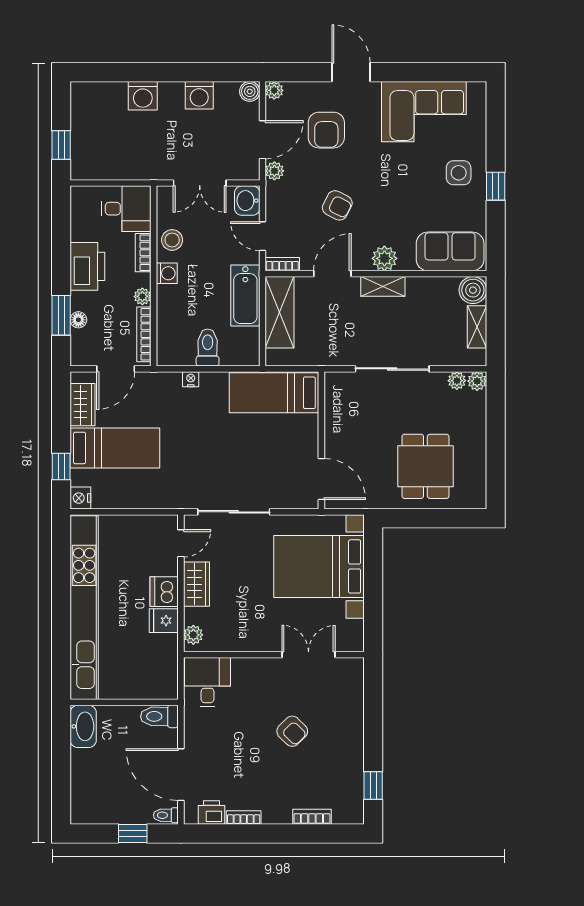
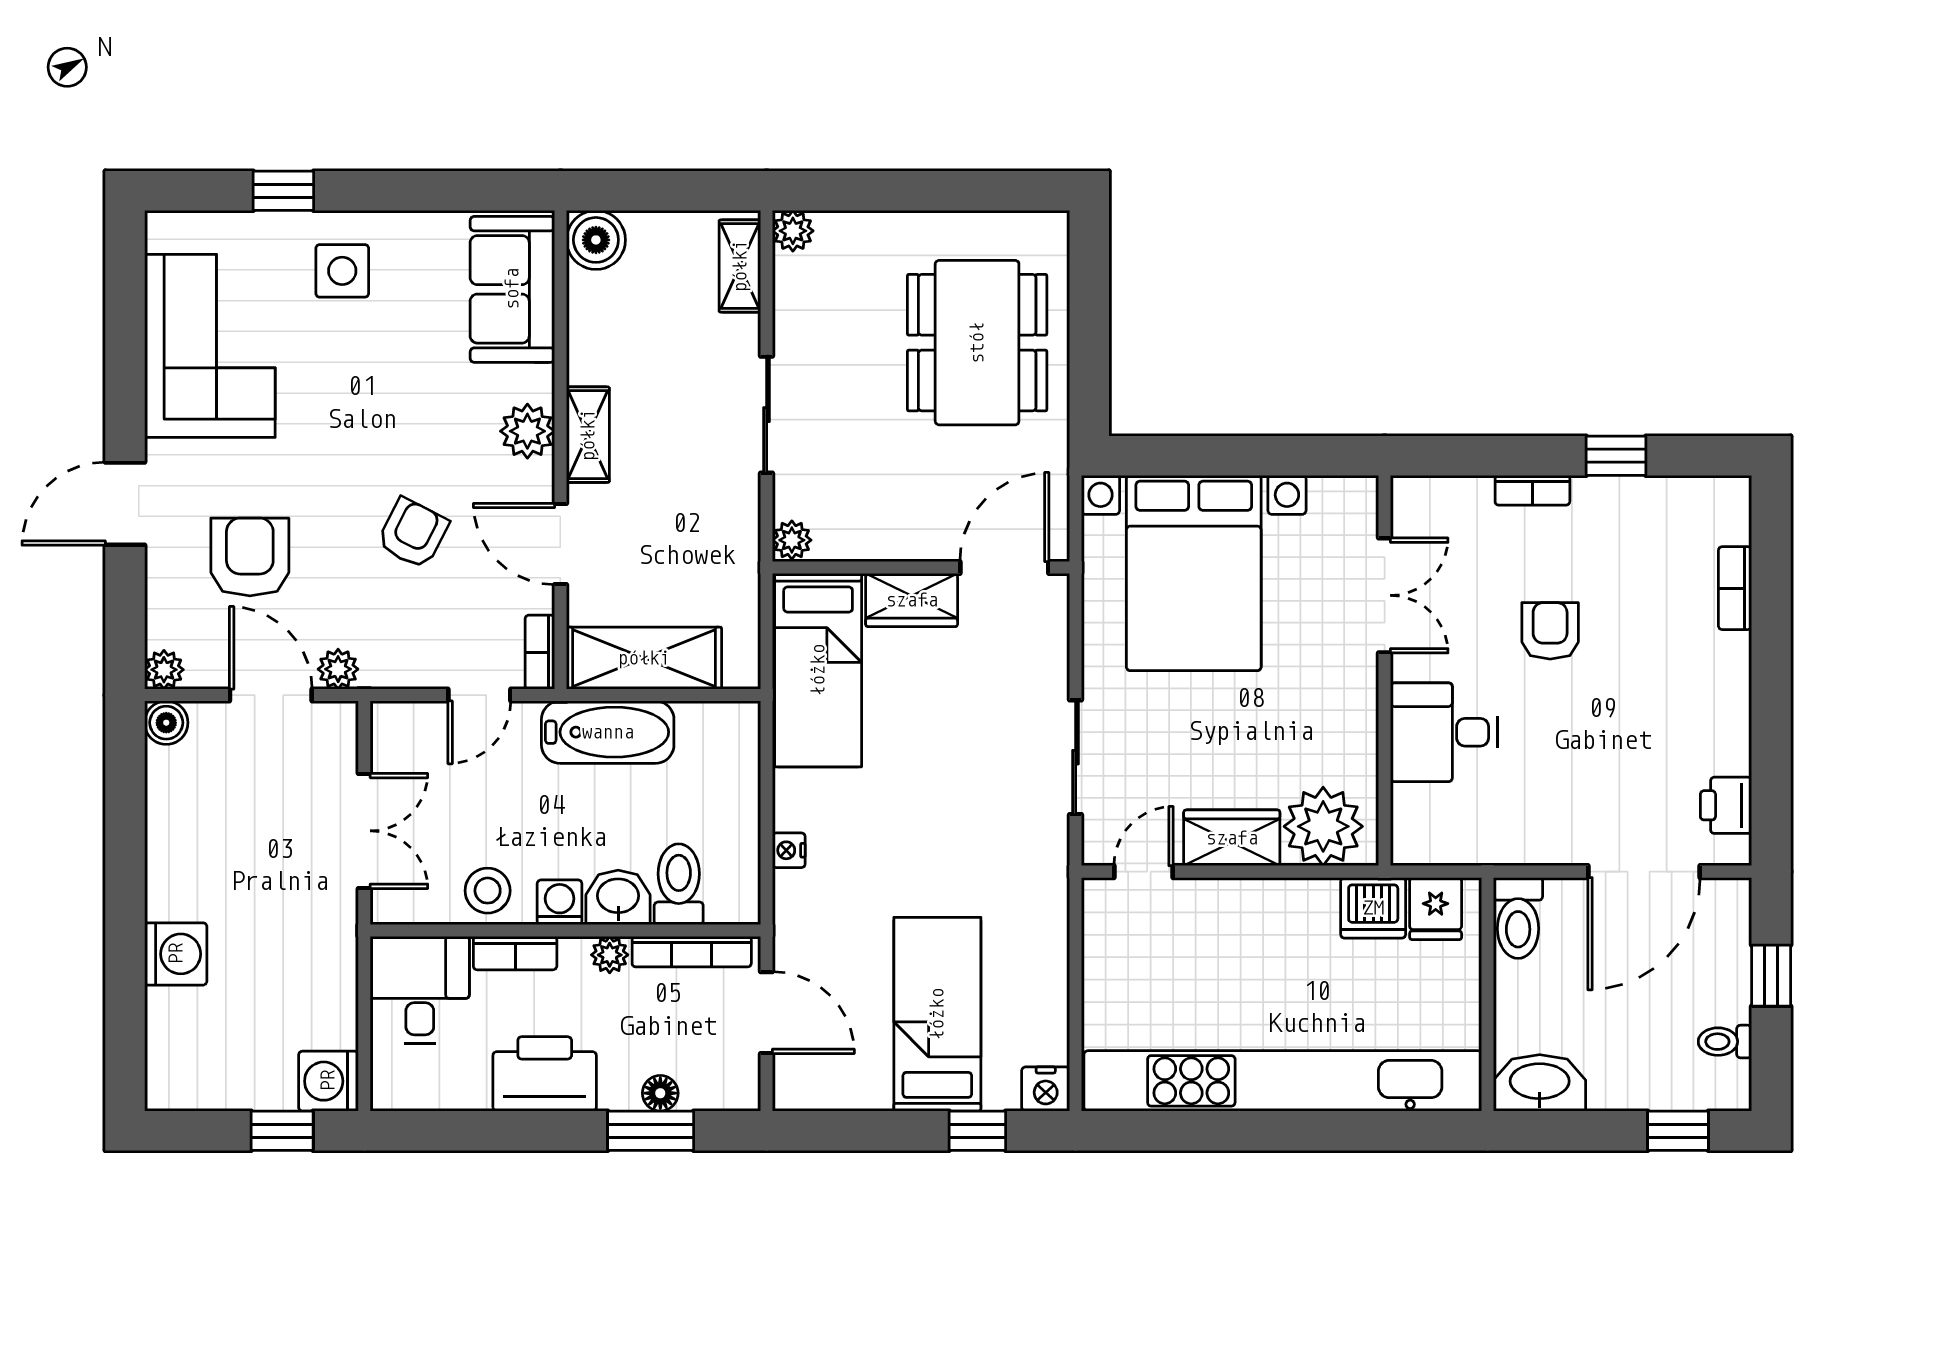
washing machine: (199, 95) -> (328, 1081), moved, turned 180
armchair: (326, 130) -> (250, 557), turned -90
window: (496, 186) -> (283, 191), moved
washbasin: (247, 201) -> (618, 897), moved, turned 180
shelving: (477, 327) -> (740, 266), moved, turned 90
toilet: (208, 348) -> (679, 884), moved, turned 90
sliding door: (392, 369) -> (767, 415), width x0.73
plant: (457, 381) -> (792, 540), moved
wardrobe: (82, 405) -> (912, 600), moved, turned 180
dining table: (425, 466) -> (977, 343), width x1.38
sliding door: (234, 512) -> (1076, 757), width x0.73
door: (181, 543) -> (1144, 872), hinge flipped
dishwasher: (164, 592) -> (1373, 908), moved
fridge: (164, 621) -> (1436, 909), moved
plant: (193, 635) -> (1323, 826), width x1.88, depth x1.88
double door: (309, 655) -> (1385, 595), swing flipped
desk: (208, 682) -> (1444, 732), moved
armchair: (292, 731) -> (1550, 631), turned -45
window: (373, 785) -> (1616, 456), moved
window: (61, 790) -> (1678, 1131), added
toilet: (166, 815) -> (1725, 1042), moved, turned 90
bookcase: (244, 817) -> (1532, 490), moved, turned -90

